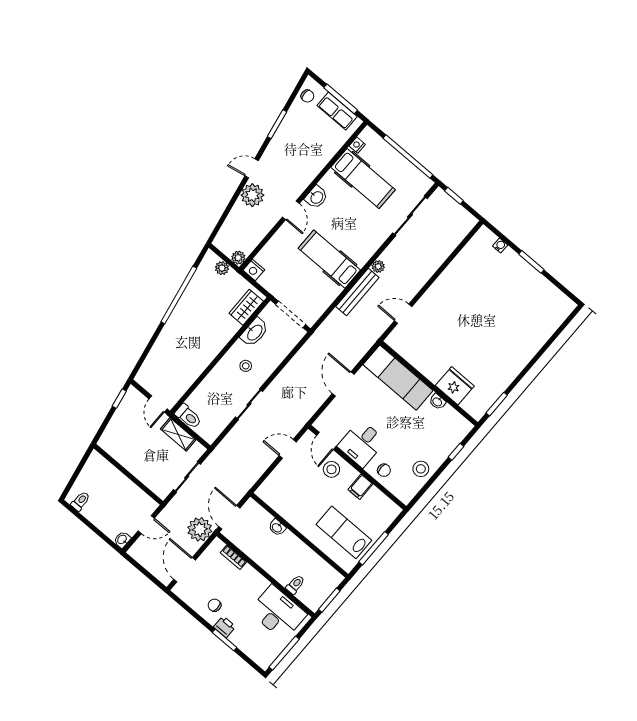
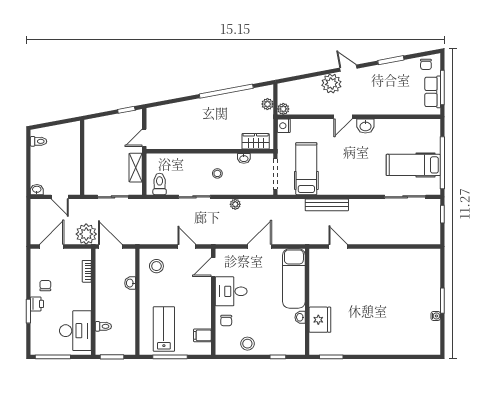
nightstand: (357, 145) -> (422, 124), removed
hospital bed: (363, 179) -> (413, 165), moved, turned 90
water cooler: (500, 246) -> (436, 316), moved
hospital bed: (329, 259) -> (306, 169), moved
plant: (378, 266) -> (235, 204), moved
washbasin: (254, 332) -> (244, 158), width x0.52, depth x0.69
toilet: (188, 416) -> (160, 184), moved, turned 180
stool: (331, 469) -> (156, 266), moved
filing cabinet: (360, 487) -> (202, 335), moved
door: (229, 517) -> (110, 247), hinge flipped

